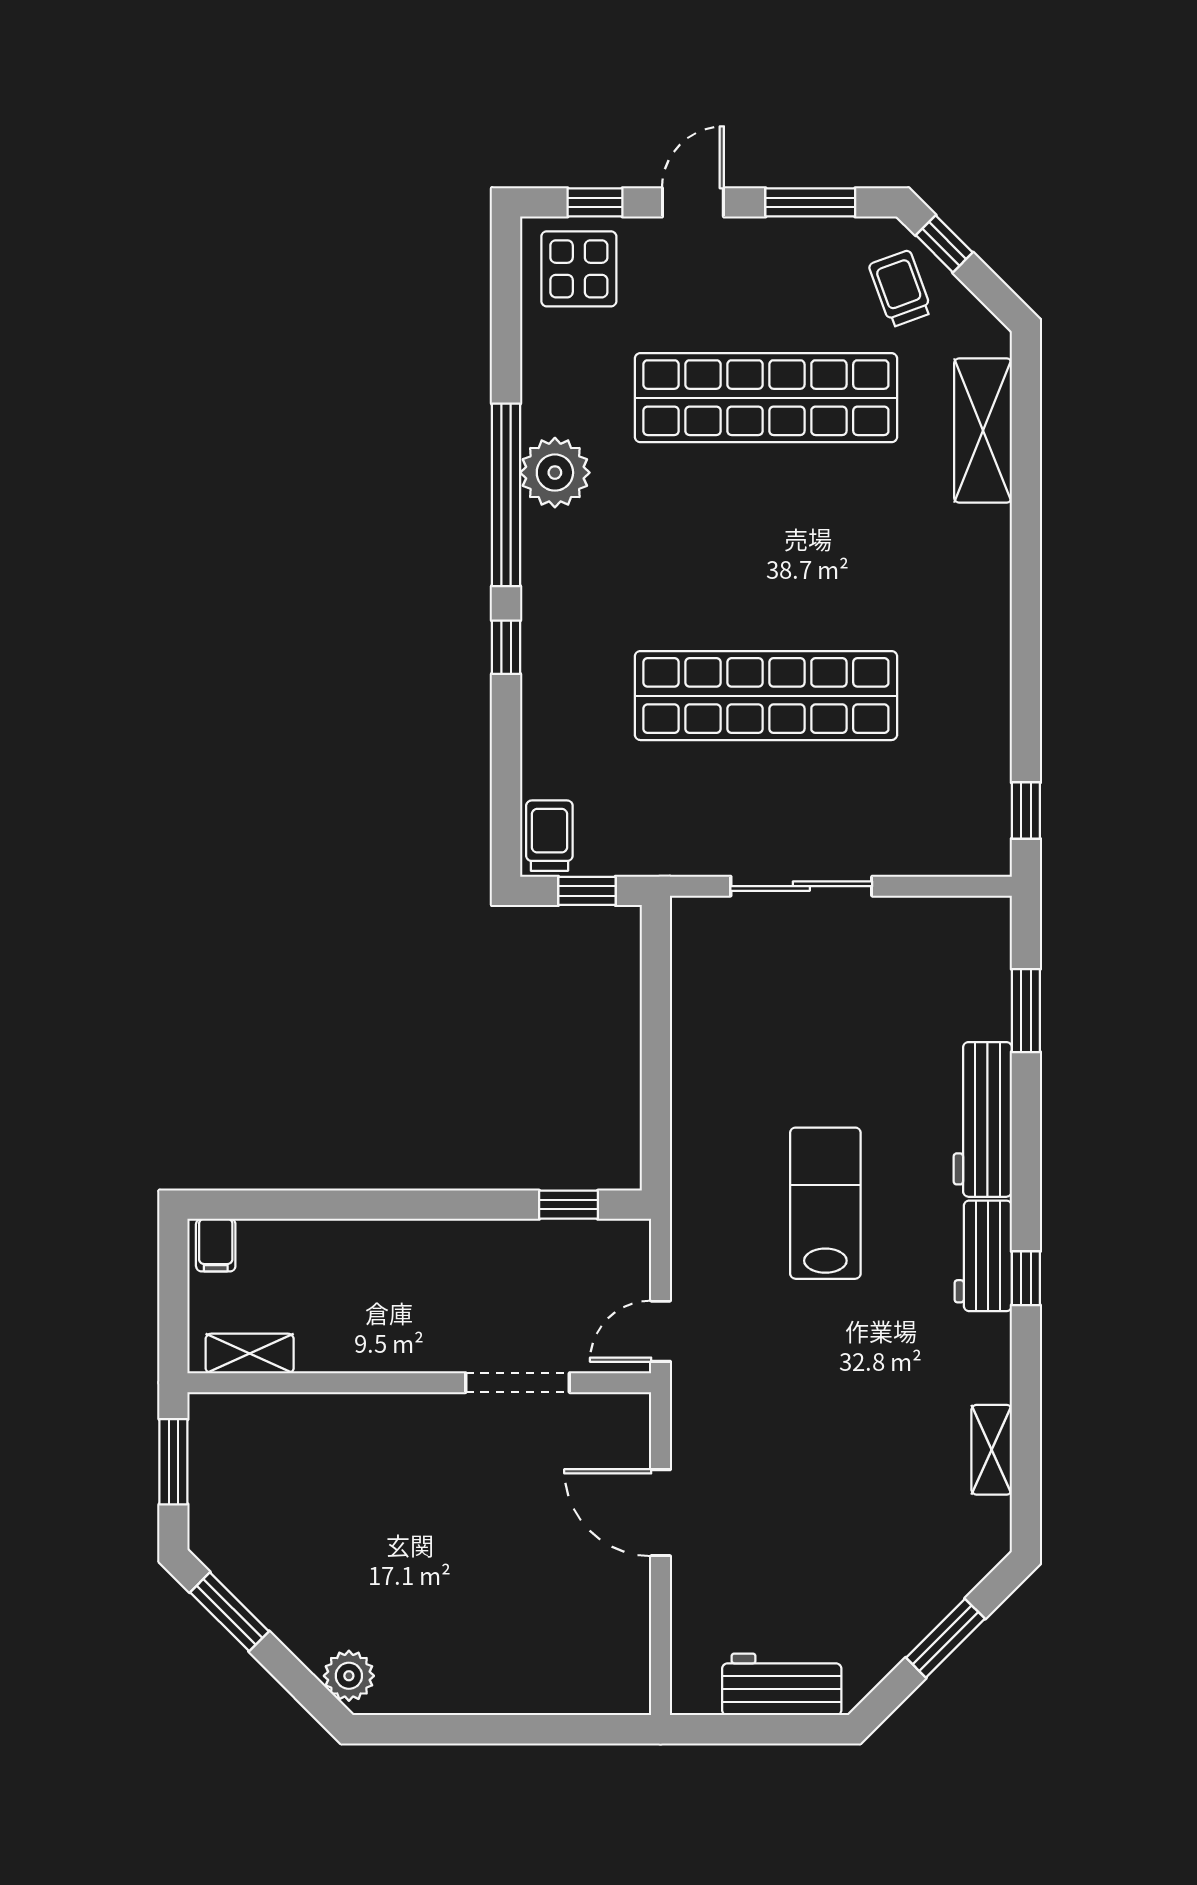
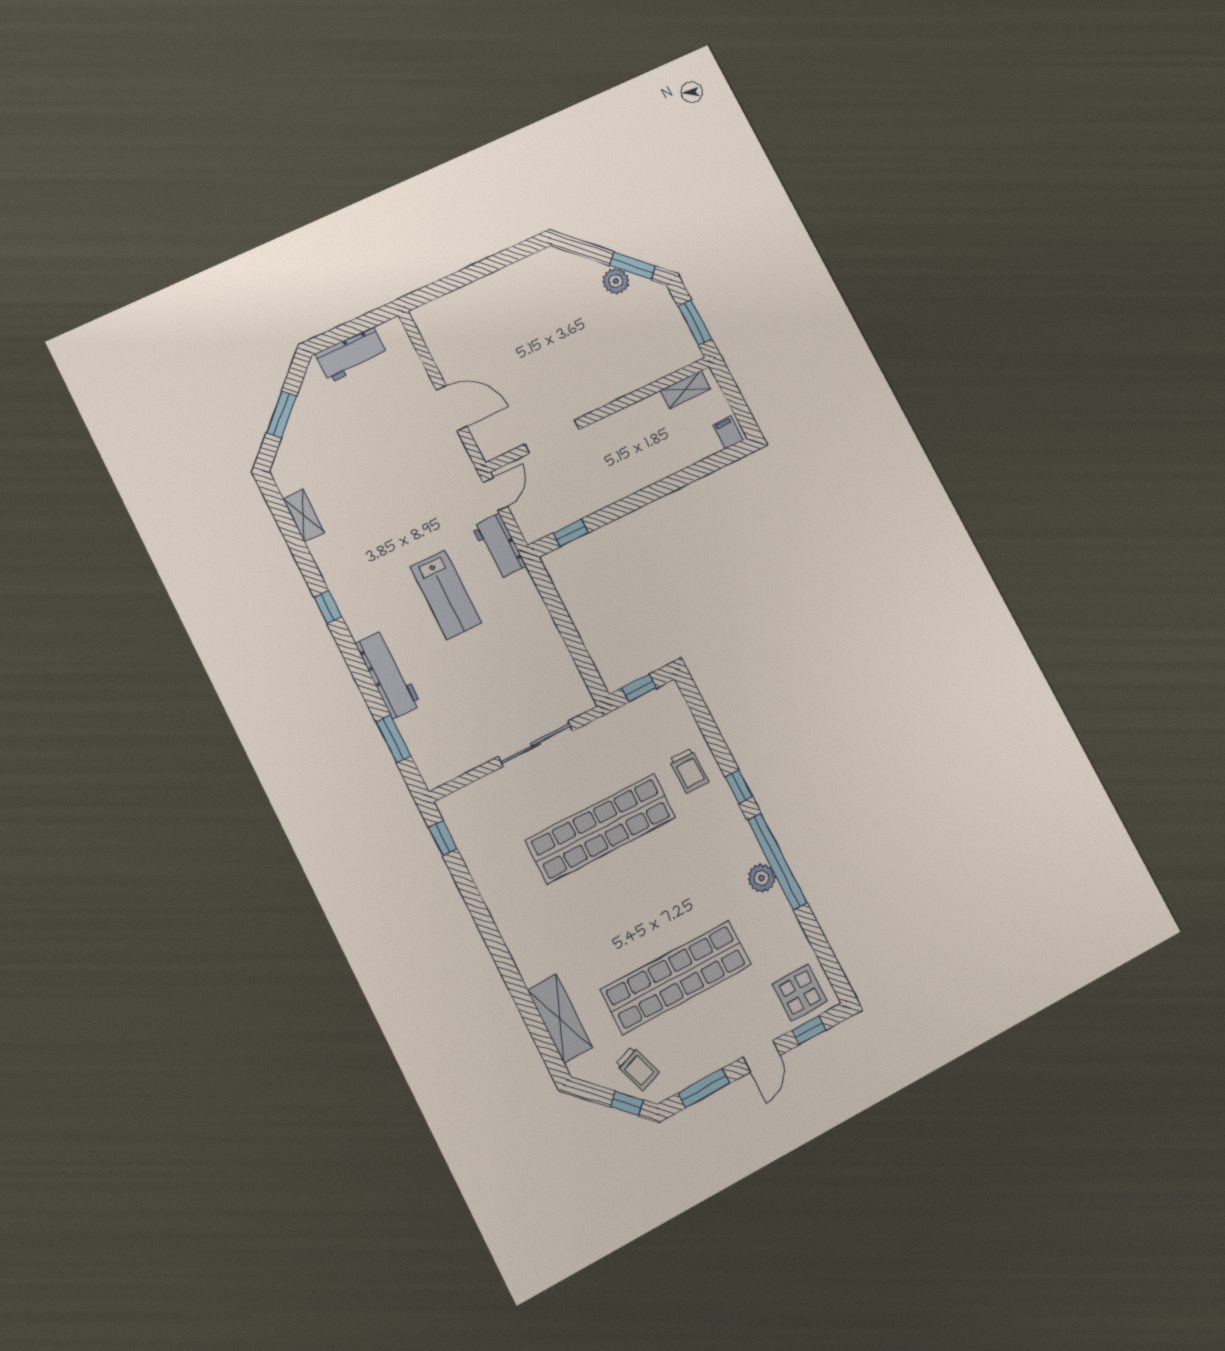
plant: (555, 473) -> (761, 878), width x0.73, depth x0.73
trolley: (549, 836) -> (689, 771), moved
workbench: (983, 1256) -> (499, 546), moved, turned 180
plant: (349, 1676) -> (616, 281), moved

